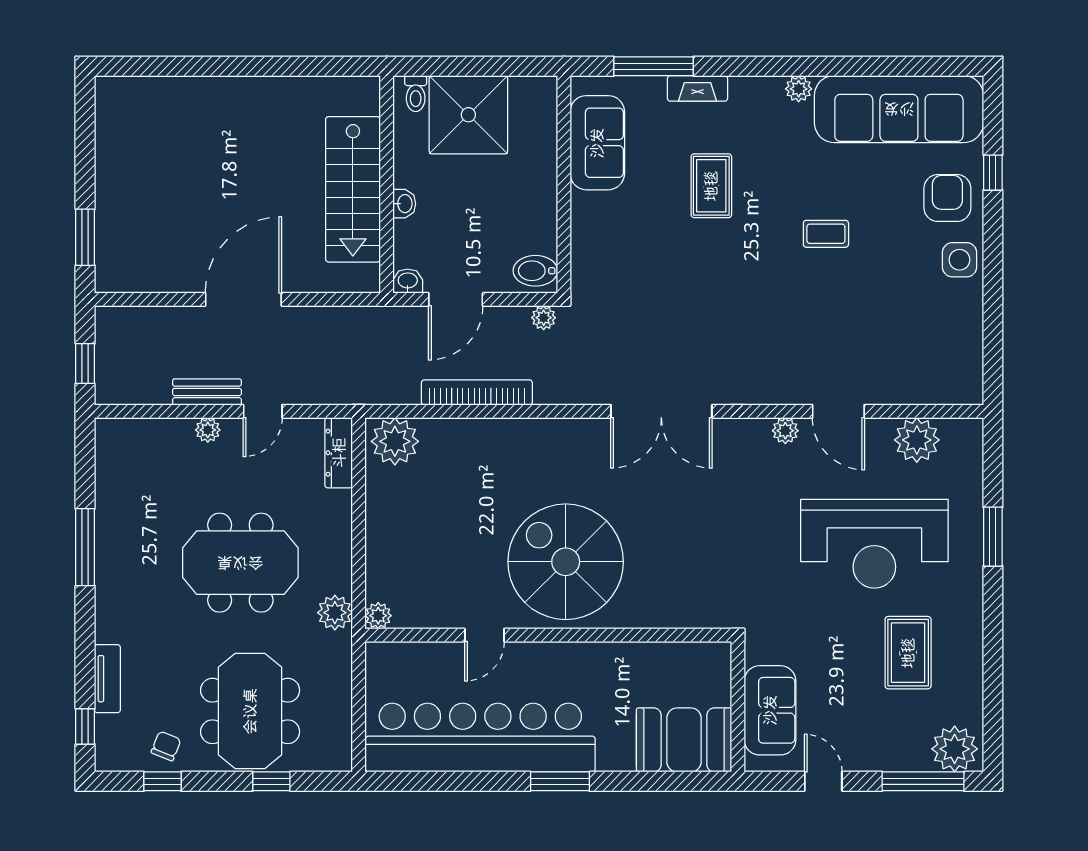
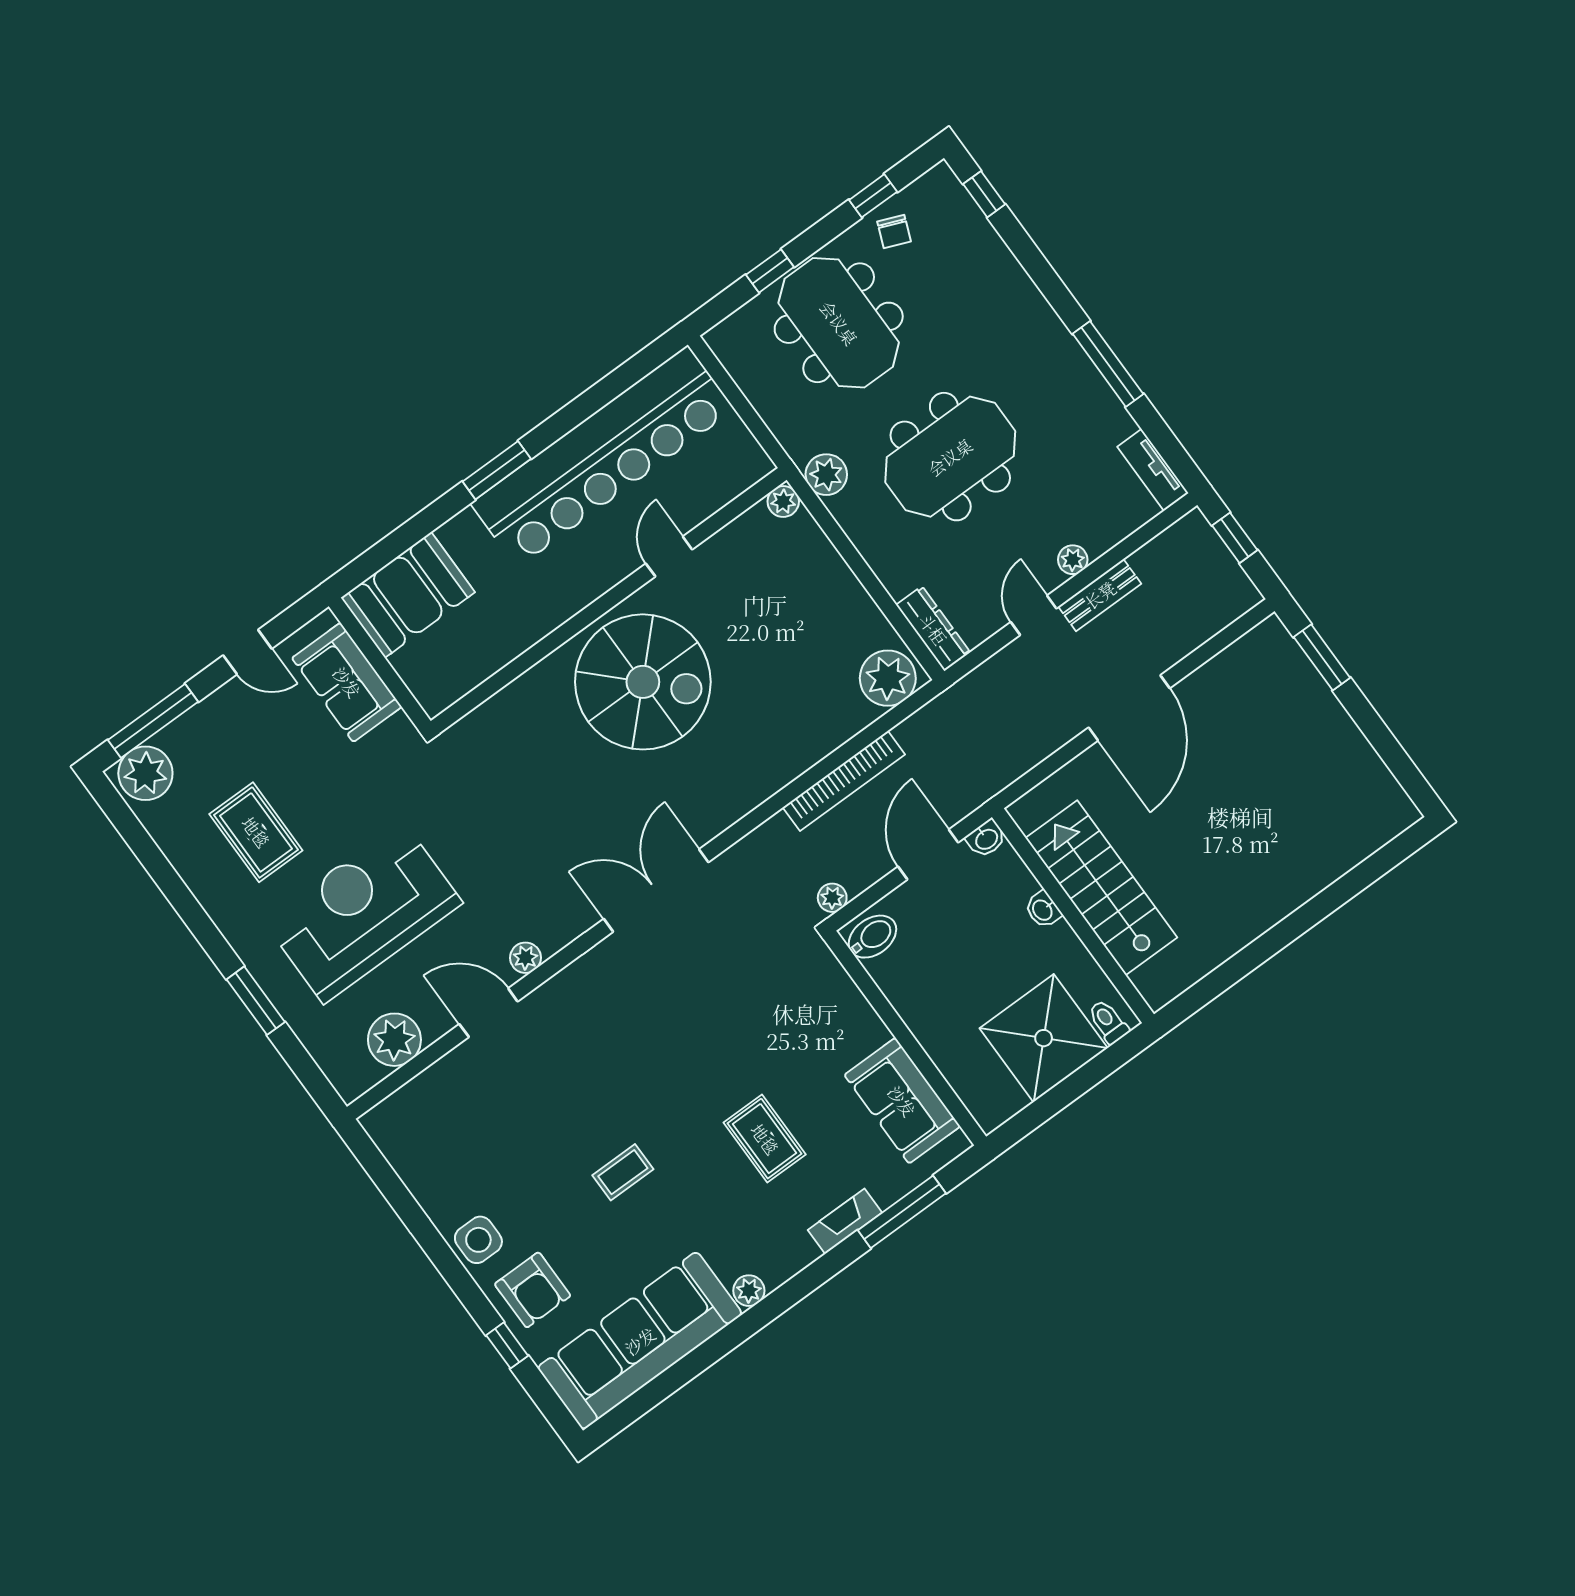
tv unit: (107, 679) -> (1153, 470), moved

